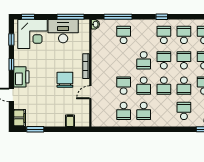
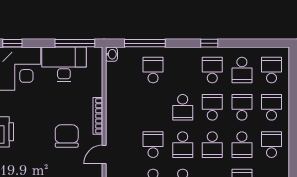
school desk: (184, 35) -> (242, 70), turned 180

